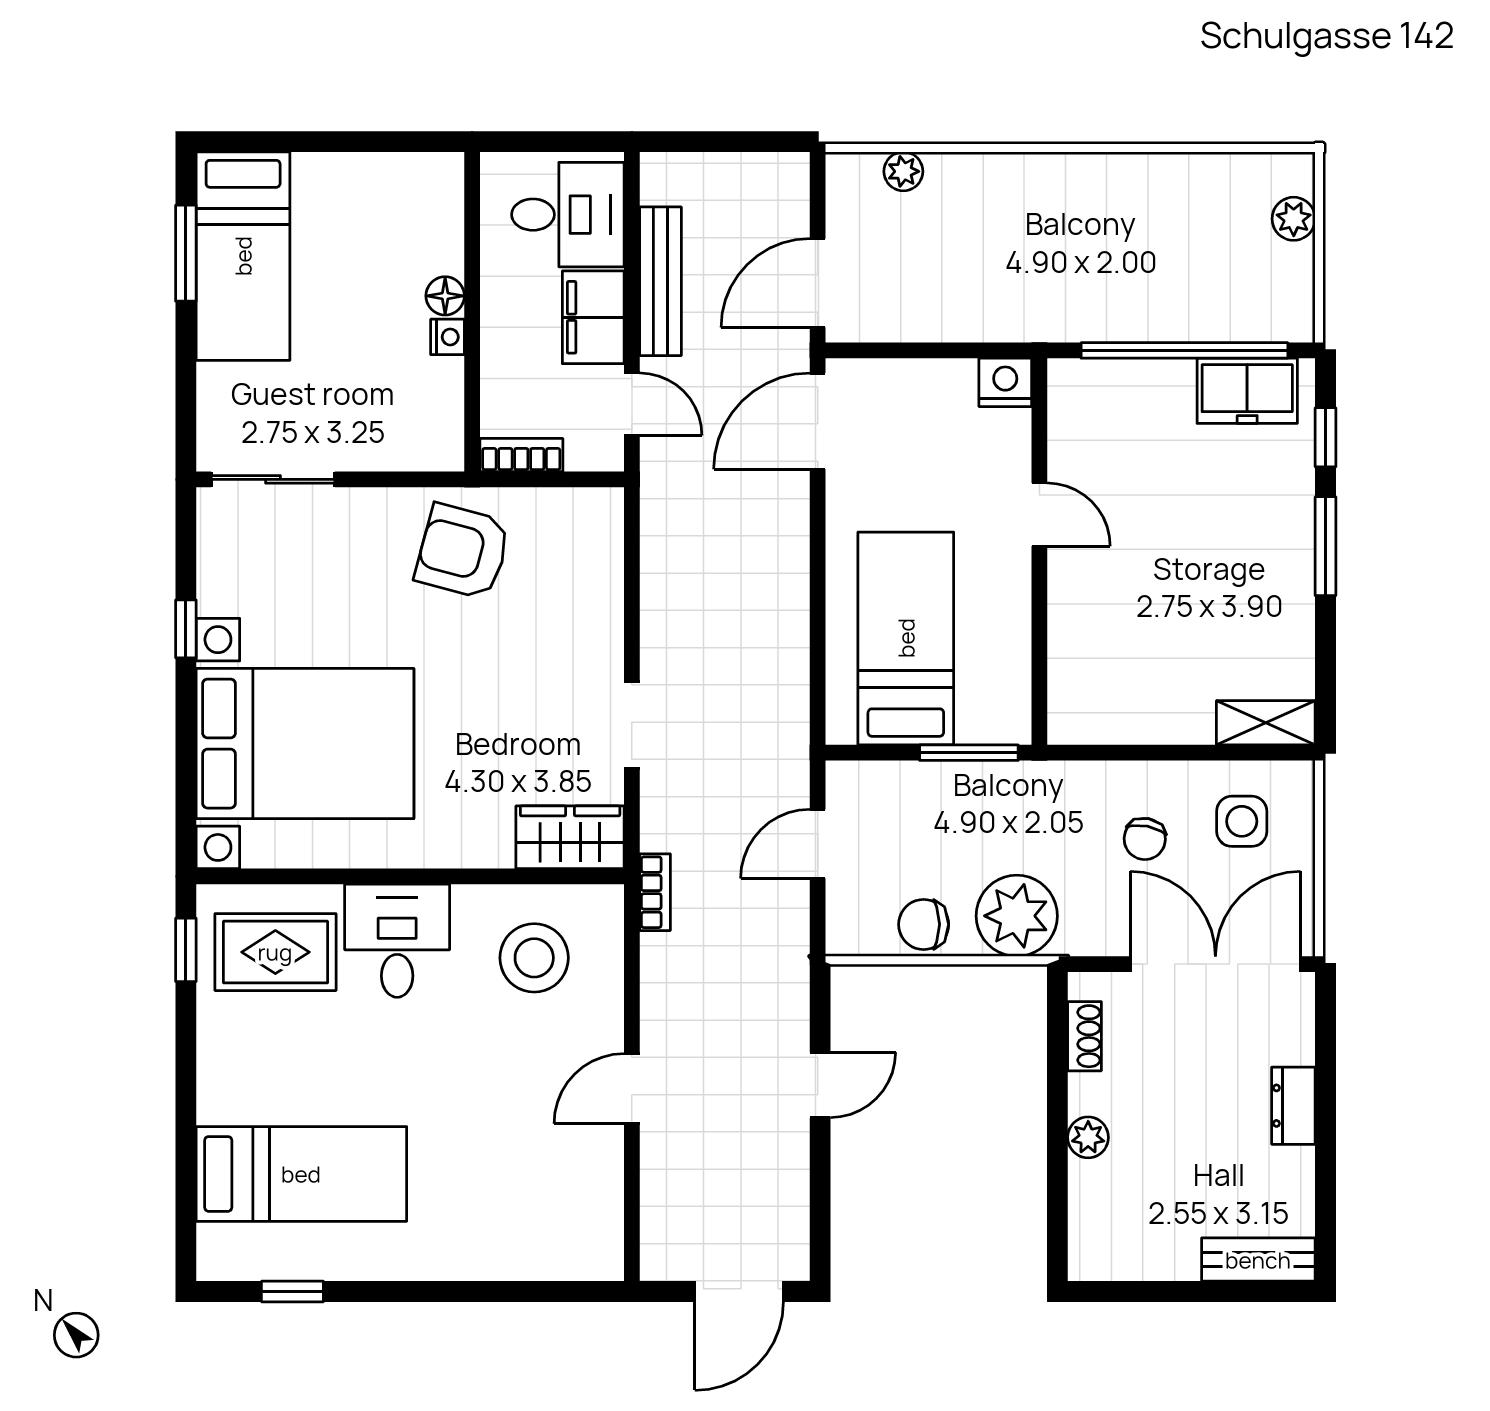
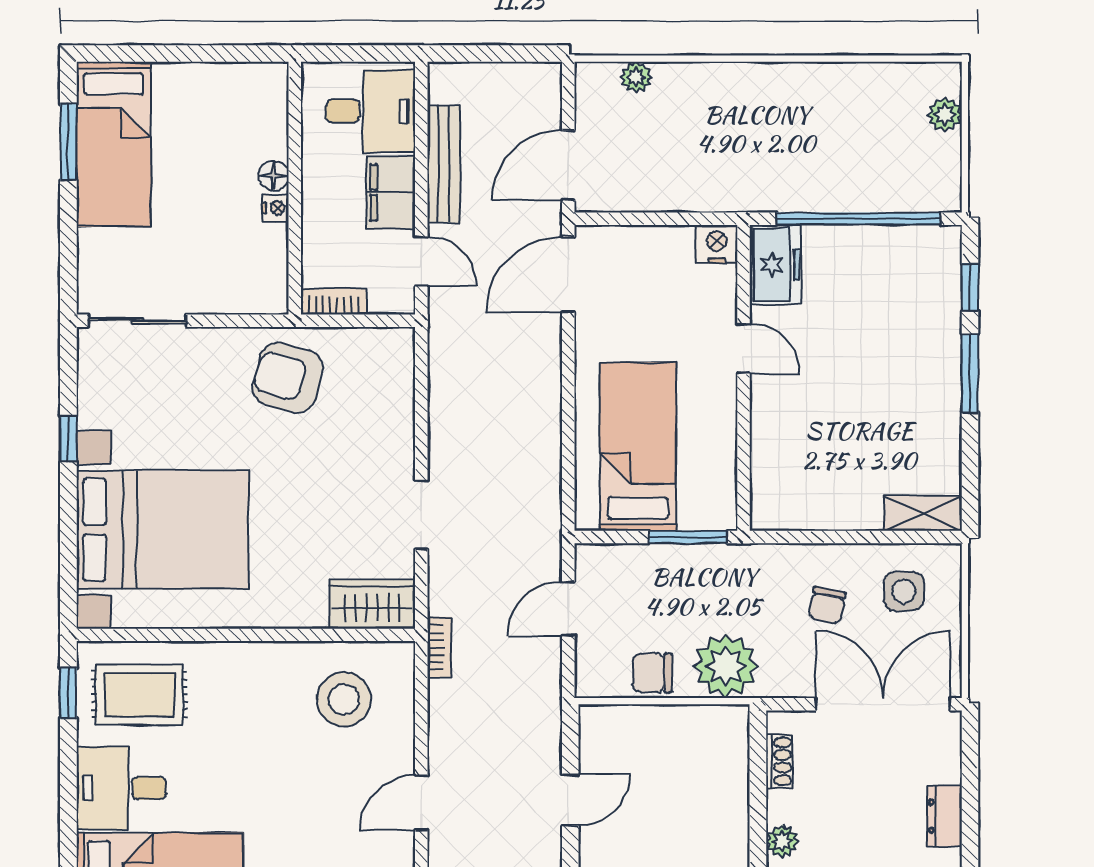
freezer: (1247, 391) -> (775, 265), moved, turned -90
desk: (397, 941) -> (121, 788), moved, turned -90

